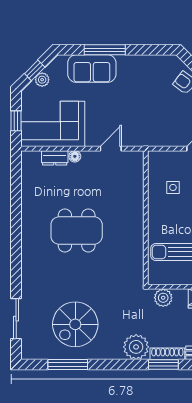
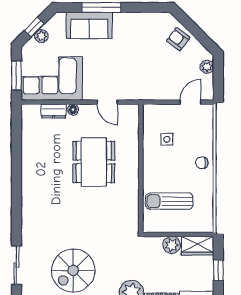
window: (16, 121) -> (16, 76), width x1.50
door: (111, 149) -> (107, 102), swing flipped
dining table: (77, 231) -> (94, 162), moved, turned 90
plant: (163, 298) -> (172, 245), moved

